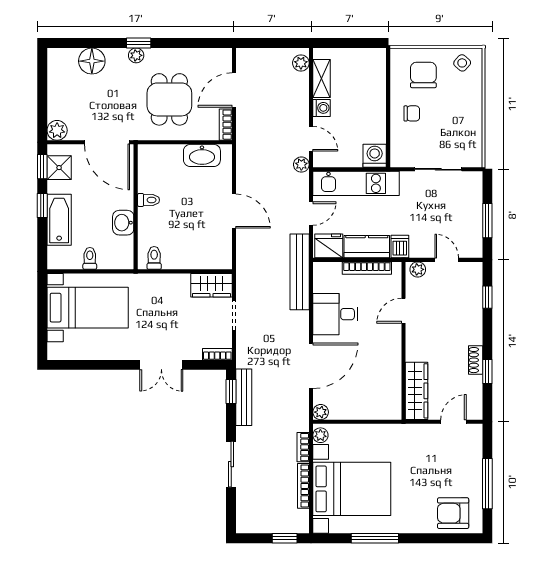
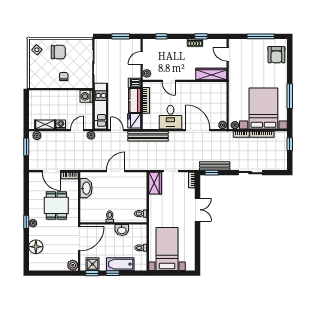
window: (280, 43) -> (26, 147), added
chair: (423, 75) -> (58, 52), moved, turned 180
dining table: (169, 99) -> (56, 205), turned 90

